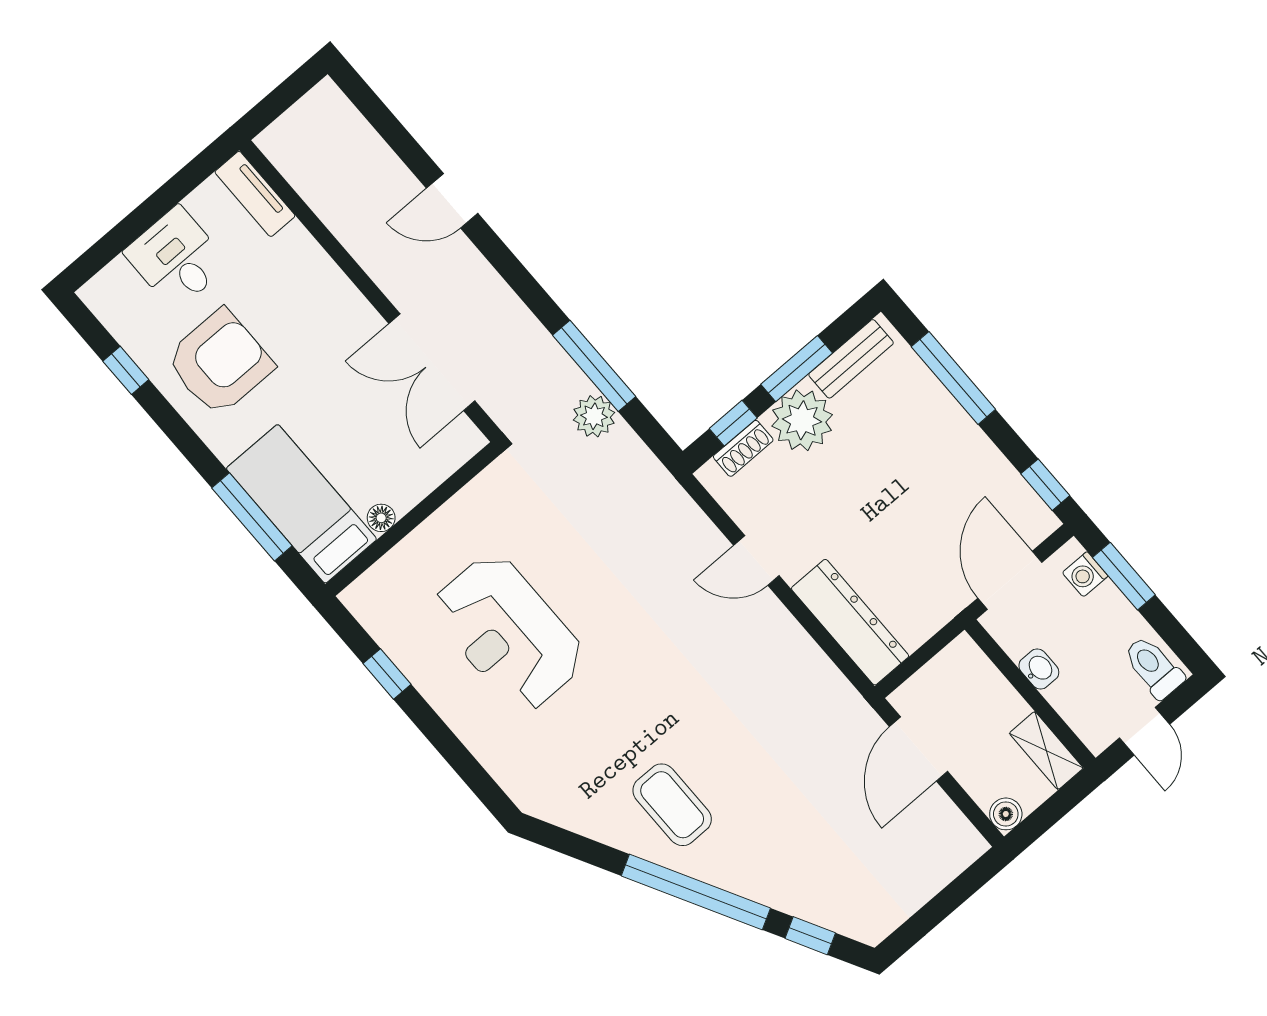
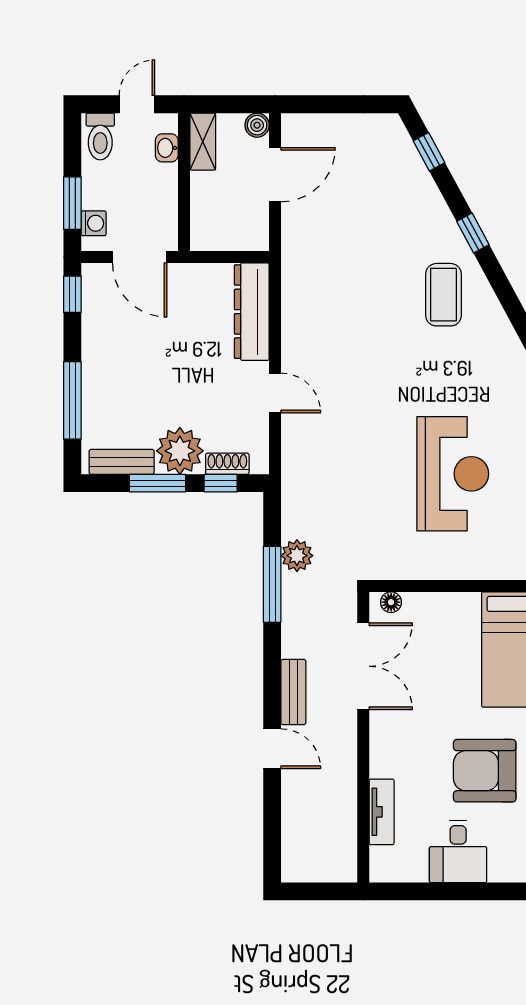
tv unit: (255, 194) -> (382, 812), moved
bench: (480, 276) -> (293, 692), added
floor lamp: (381, 518) -> (391, 602), moved
door: (1010, 580) -> (140, 257), hinge flipped
washbasin: (1039, 669) -> (167, 148), moved
door: (918, 749) -> (275, 175), moved
window: (696, 892) -> (473, 233), width x0.32

